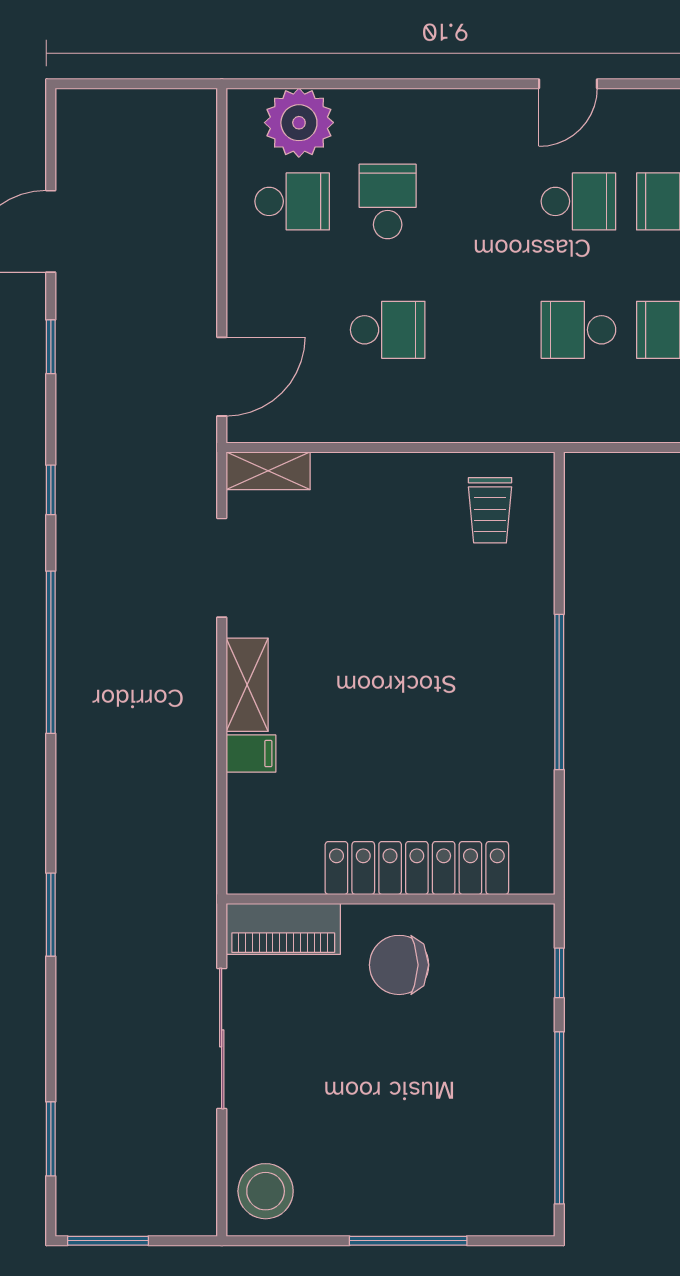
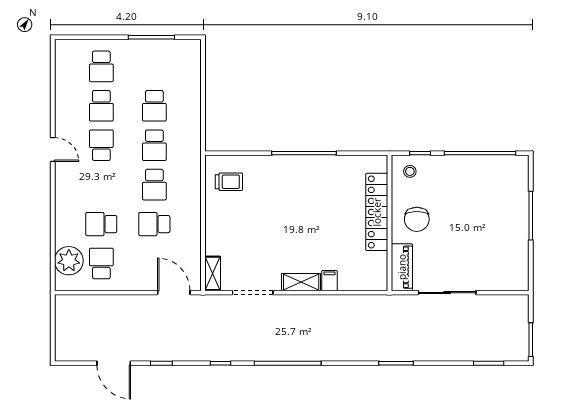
school desk: (388, 330) -> (154, 224), turned -90
school desk: (483, 330) -> (154, 185), added
stool: (266, 1191) -> (410, 171), moved, width x0.53, depth x0.53

